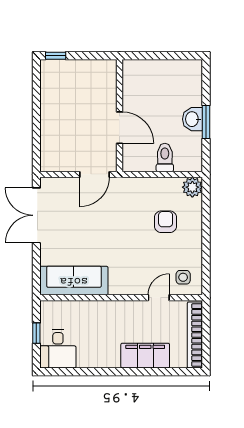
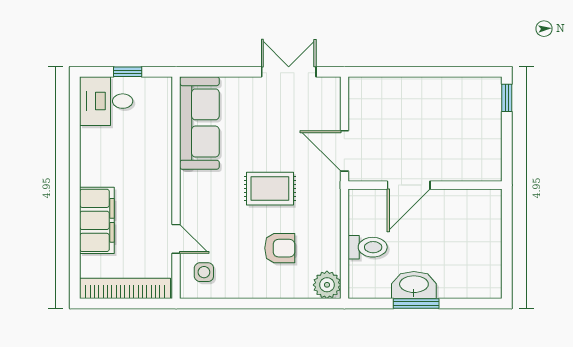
washbasin: (192, 119) -> (414, 285), width x1.38
double door: (36, 215) -> (289, 72), width x0.73
rug: (122, 229) -> (270, 189), added

